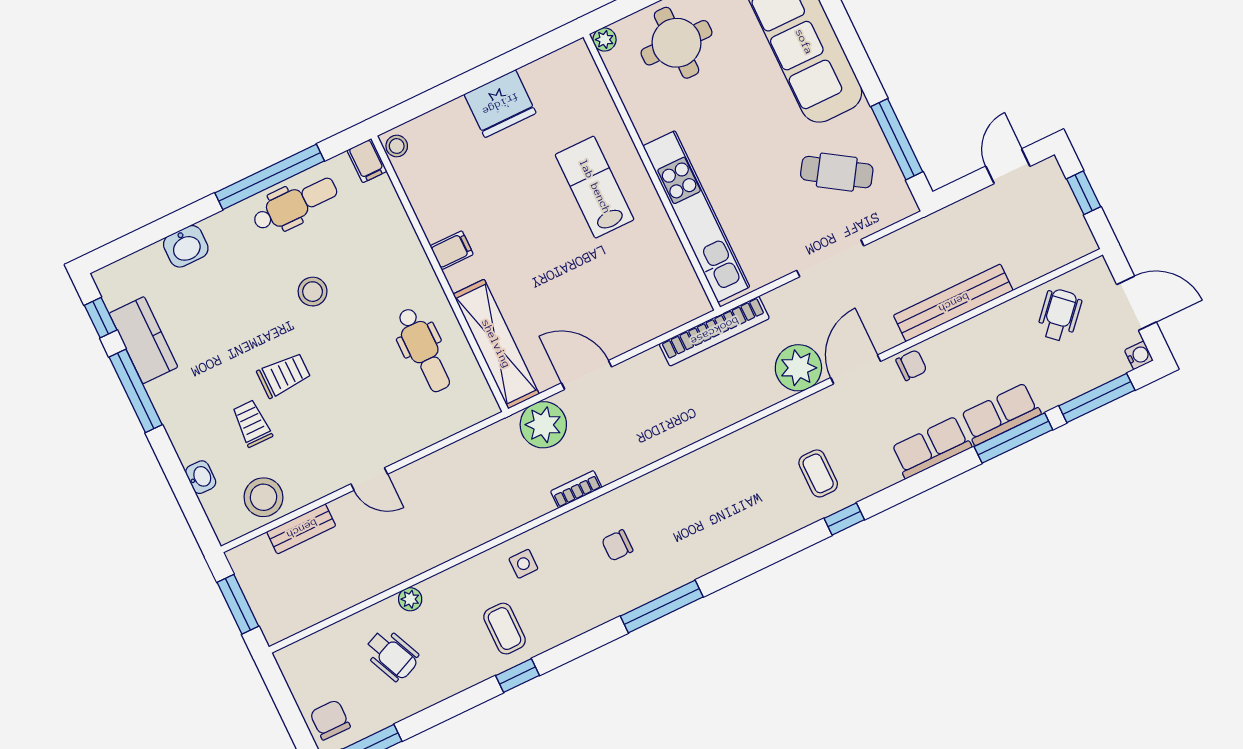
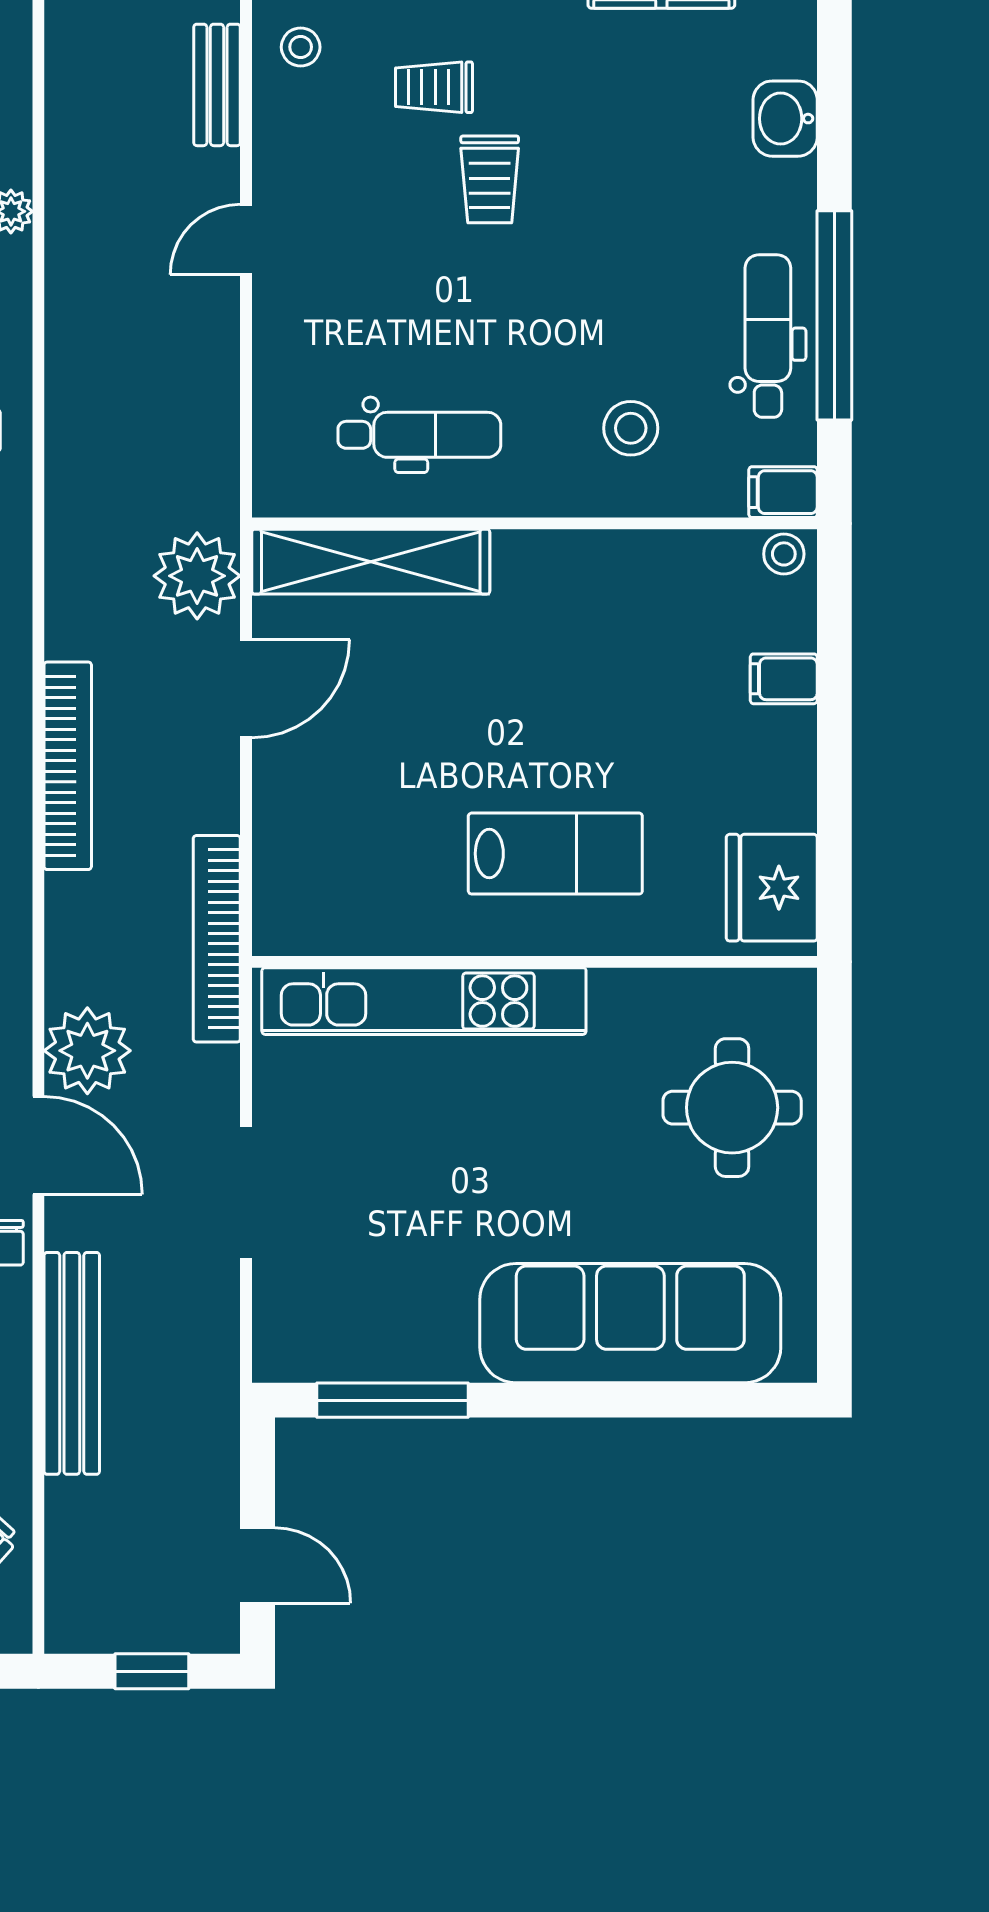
plant: (605, 40) -> (795, 989), removed
fridge: (500, 104) -> (772, 888), moved
cafe table: (837, 172) -> (385, 1273), removed
dental chair: (295, 204) -> (768, 336), turned 180
filing cabinet: (452, 250) -> (784, 679), moved, turned 90
stool: (313, 292) -> (631, 428), moved
dental chair: (424, 350) -> (419, 435), turned 180
trolley: (252, 423) -> (434, 87), turned 180
bookcase: (576, 489) -> (68, 766), moved, width x2.31, depth x1.31
stool: (263, 497) -> (301, 47), width x0.53, depth x0.53

